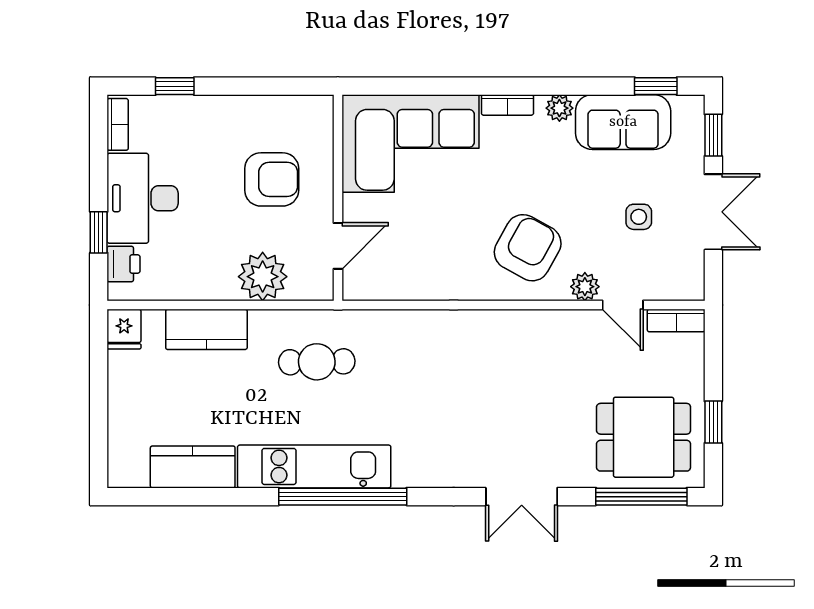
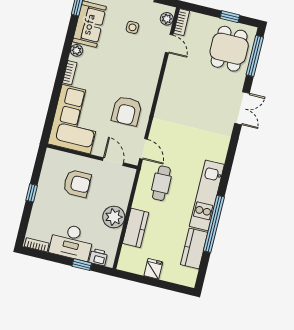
window: (175, 86) -> (32, 193), moved
armchair: (272, 179) -> (77, 183), turned 90
armchair: (528, 248) -> (127, 111), moved, turned -119
plant: (263, 277) -> (114, 217), moved
plant: (585, 287) -> (167, 19), moved
door: (382, 305) -> (144, 149), added
door: (623, 305) -> (169, 44), hinge flipped
fridge: (124, 329) -> (153, 269), moved, turned -90
window: (343, 497) -> (214, 224), moved

